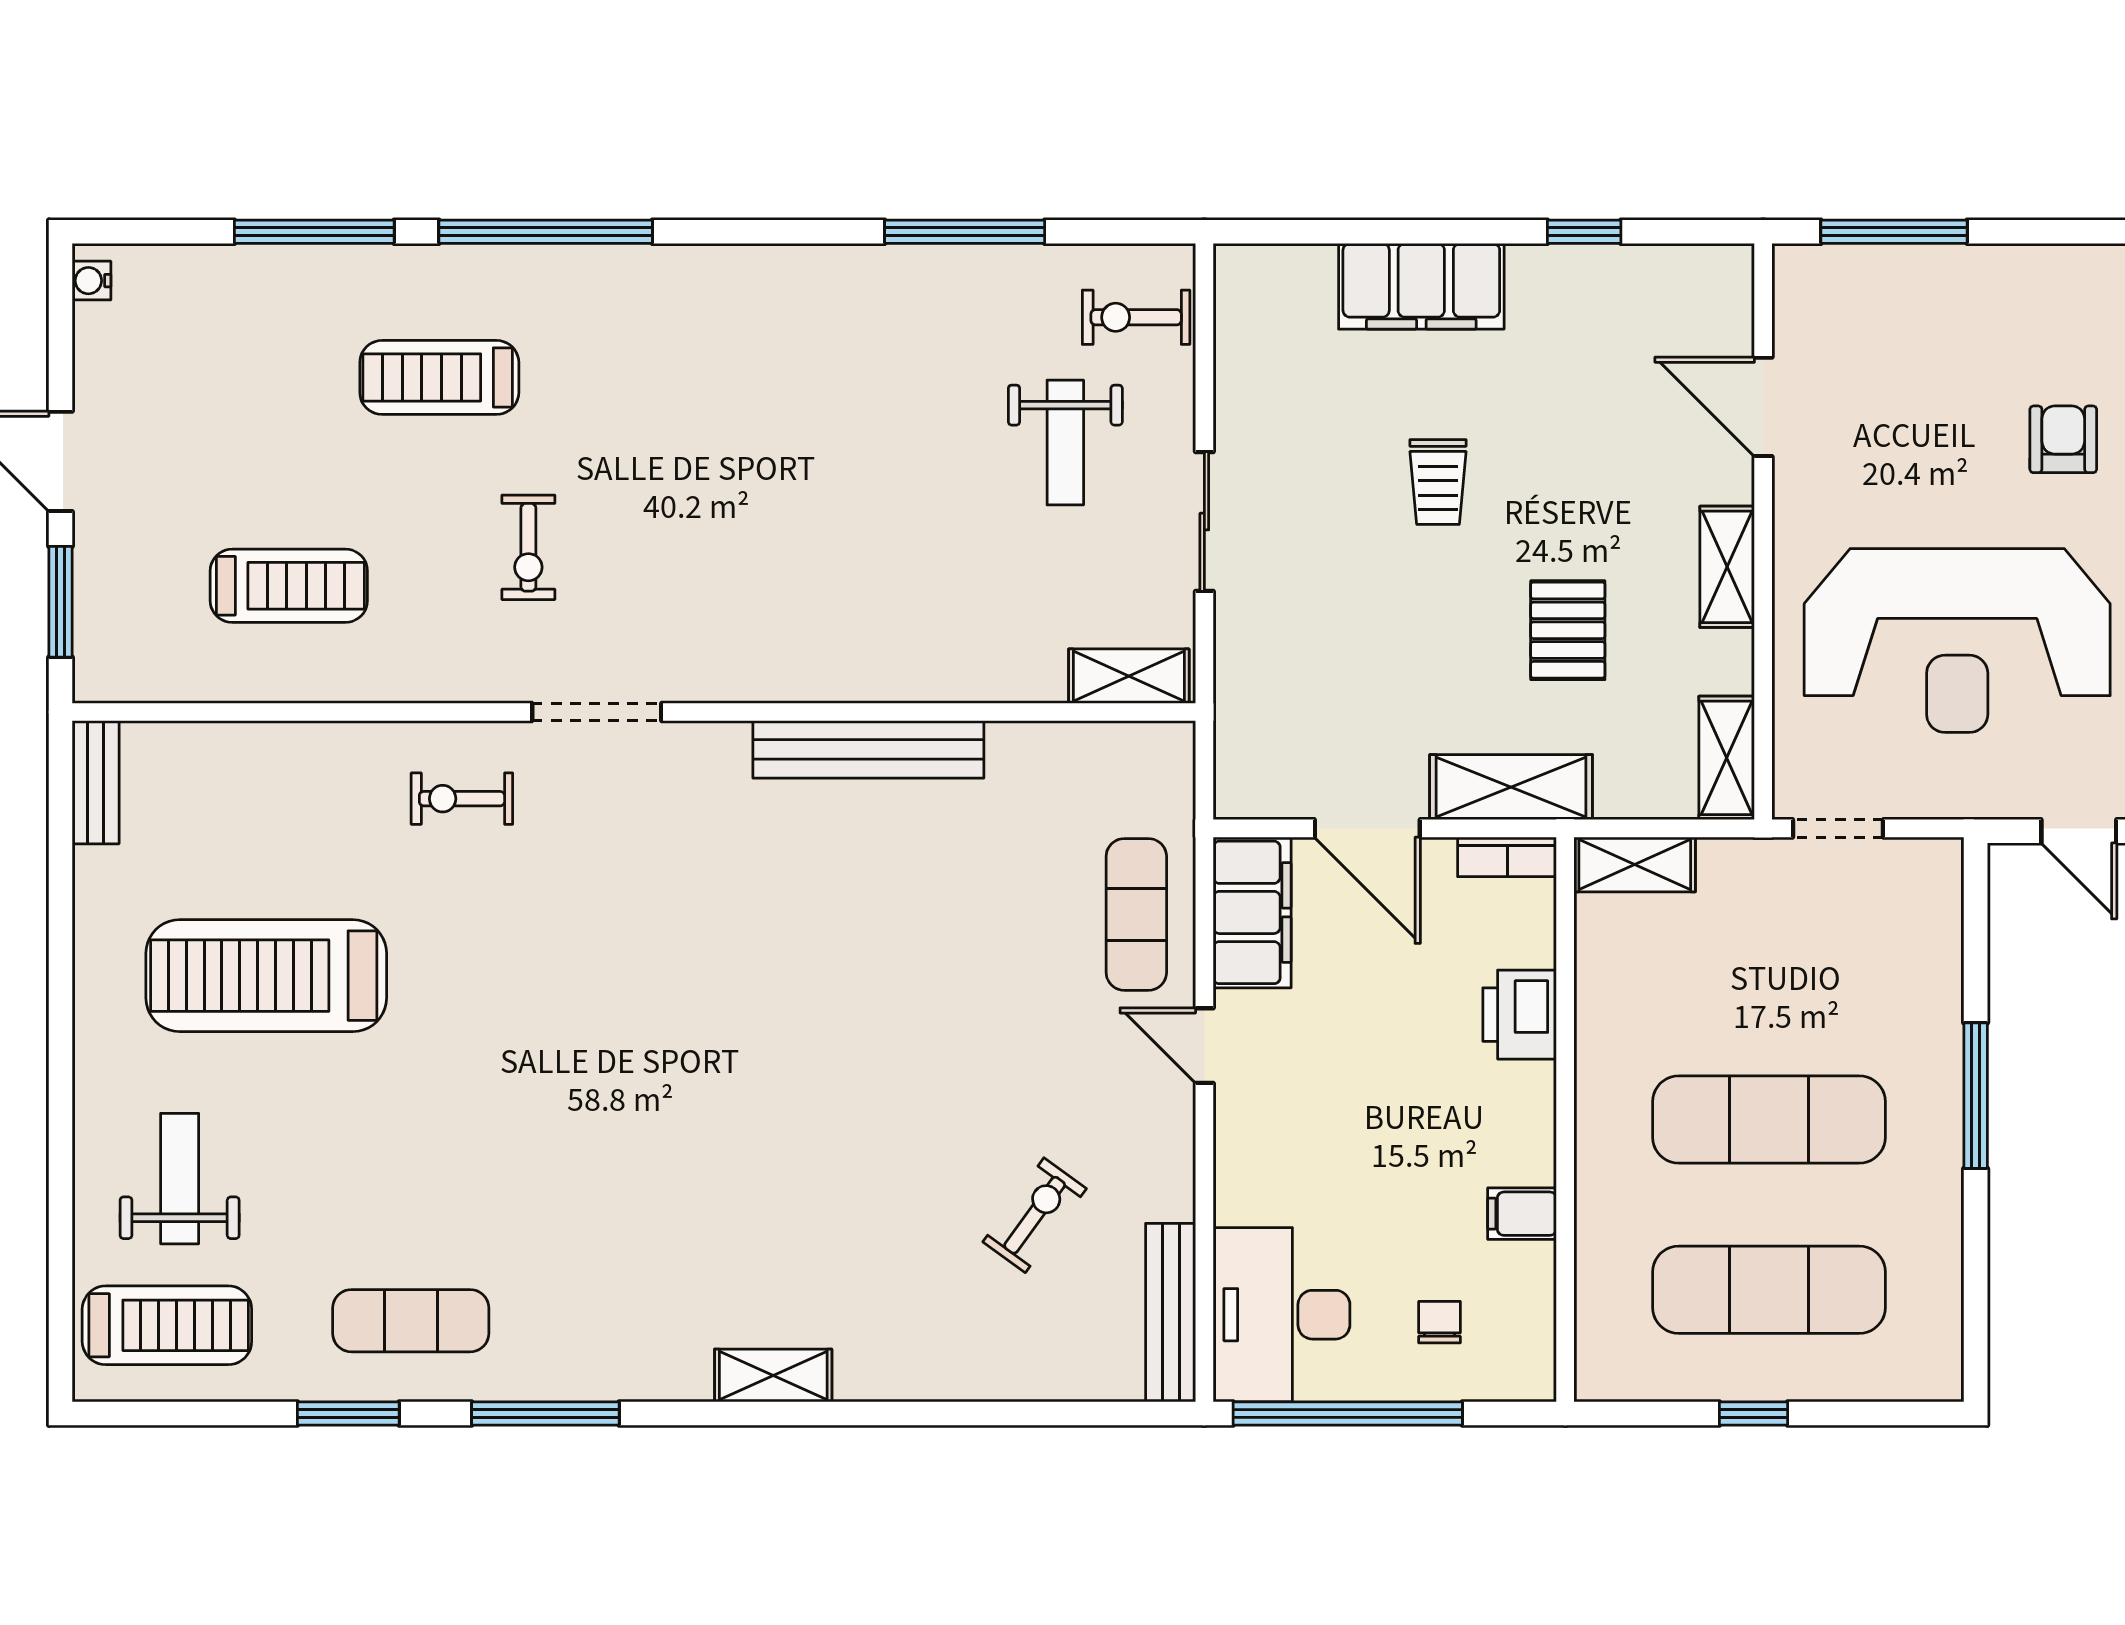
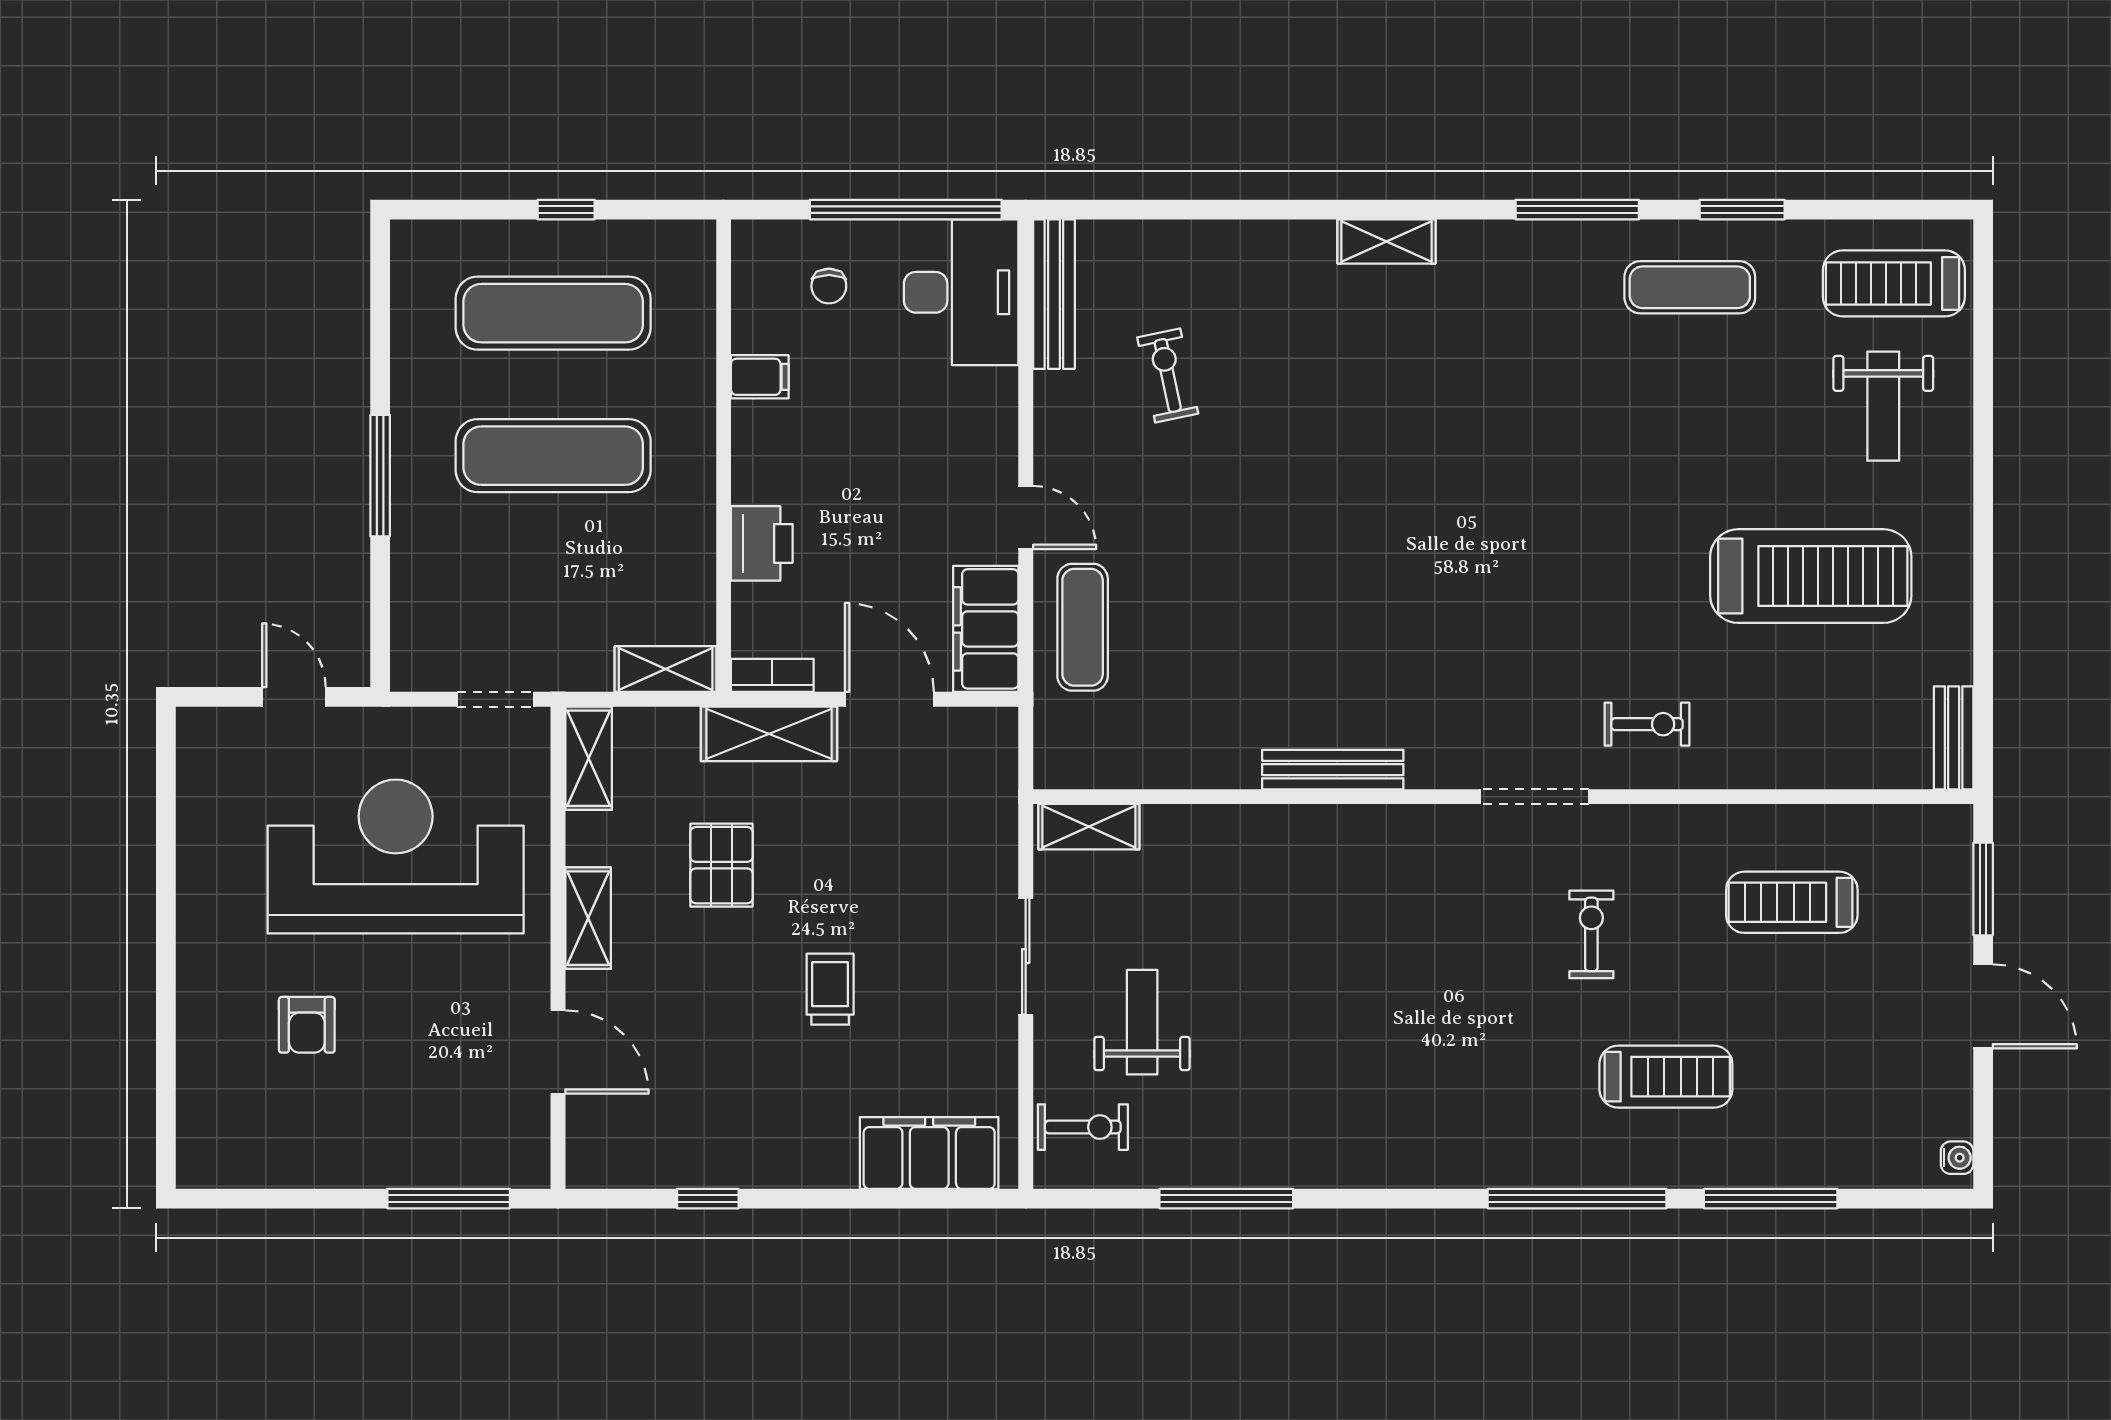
filing cabinet: (1421, 286) -> (929, 1153), moved
bench: (868, 749) -> (1333, 770), width x0.73, depth x0.82
exercise bike: (1035, 1215) -> (1168, 376), turned 132

